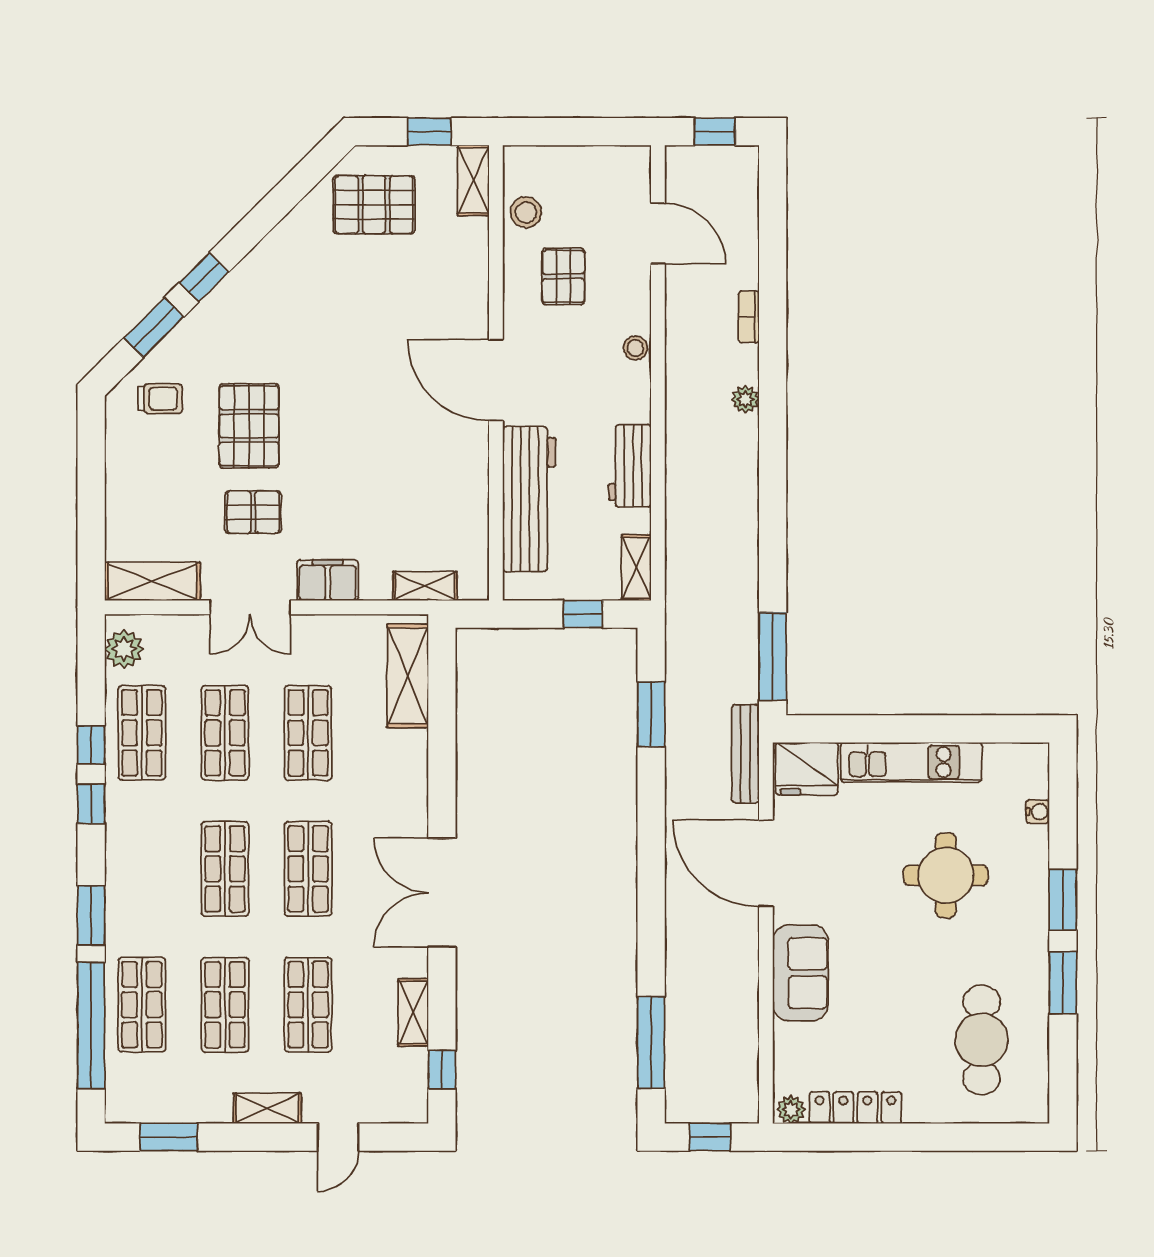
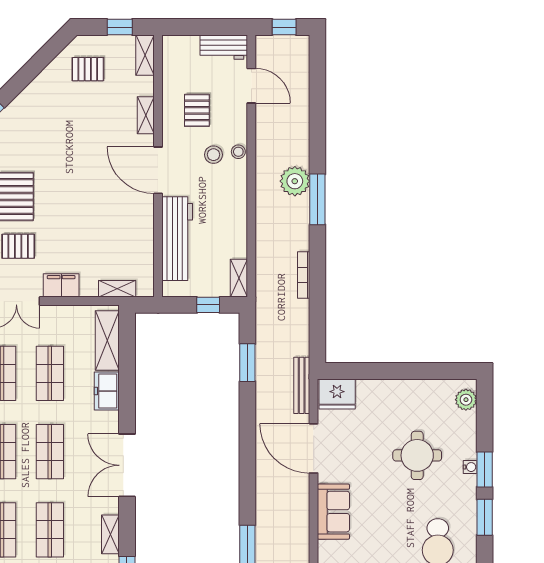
pallet: (374, 205) -> (88, 69), width x0.67, depth x0.71
stool: (526, 212) -> (214, 155), moved
shelving: (475, 285) -> (146, 115), added
bookcase: (749, 317) -> (304, 275), moved, width x1.56
plant: (745, 399) -> (295, 181), width x1.87, depth x1.87
workbench: (630, 466) -> (224, 47), moved, turned -90
window: (773, 656) -> (317, 199), moved
kitchen unit: (911, 762) -> (397, 390), removed
freezer: (407, 764) -> (107, 391), added
plant: (1031, 779) -> (466, 400), added
water cooler: (1038, 812) -> (470, 467), moved

